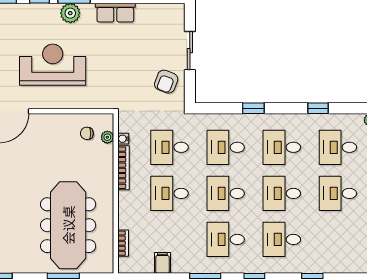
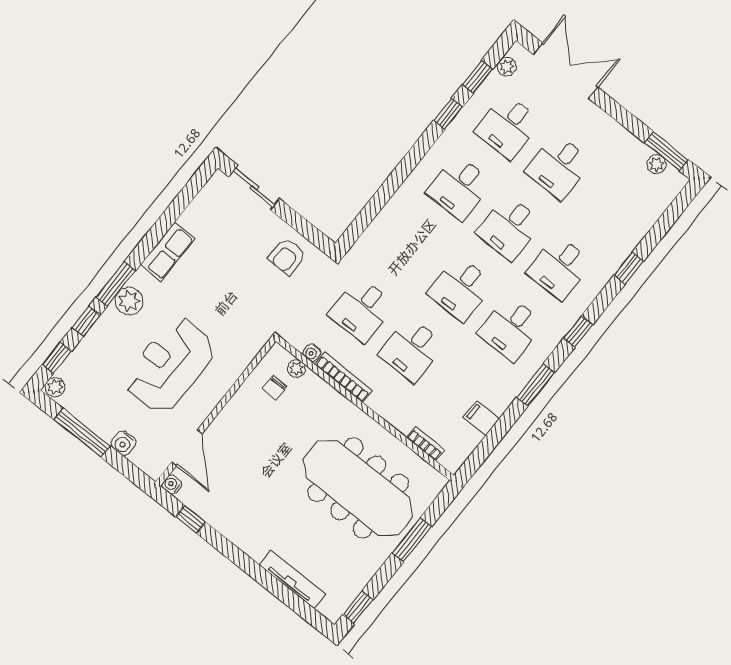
sliding door: (190, 51) -> (254, 188), moved
armchair: (166, 82) -> (287, 256), turned 69
window: (253, 108) -> (478, 77), moved
desk: (226, 147) -> (410, 248), removed

